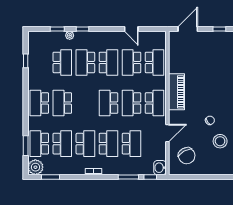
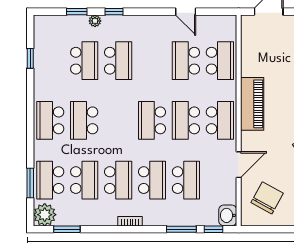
school desk: (85, 62) -> (118, 61), turned 180
school desk: (108, 62) -> (152, 61), removed
chair: (187, 156) -> (267, 198), turned -122

